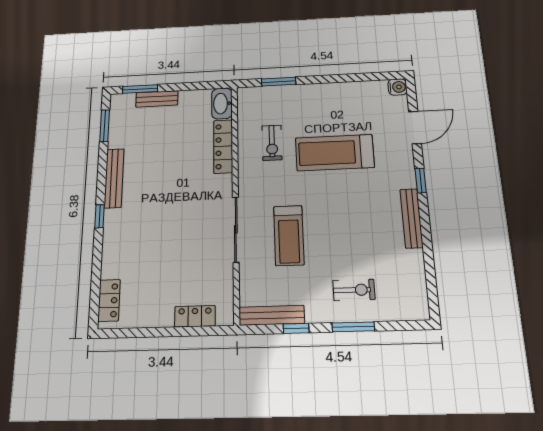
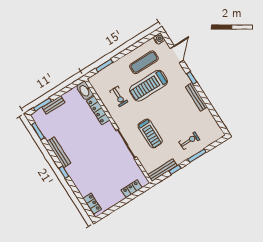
exercise mat: (349, 111) -> (144, 62), added

